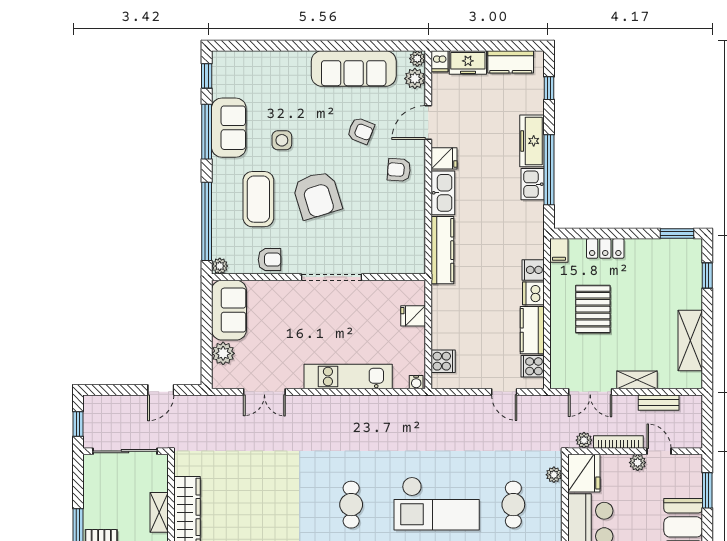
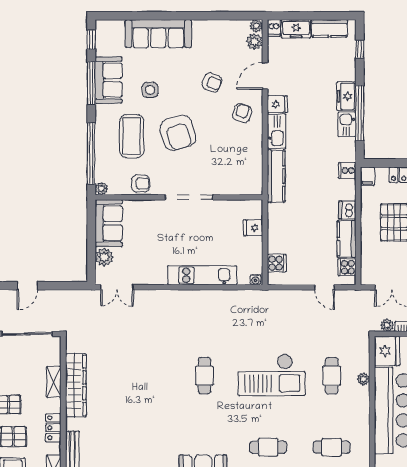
sofa: (354, 68) -> (158, 34), moved
freezer: (532, 141) -> (346, 96), width x0.71
armchair: (399, 170) -> (242, 113), turned 103
cooker: (533, 270) -> (347, 171), moved
door: (161, 390) -> (27, 286), moved
double door: (264, 392) -> (117, 287), moved
plant: (554, 475) -> (363, 379), moved

